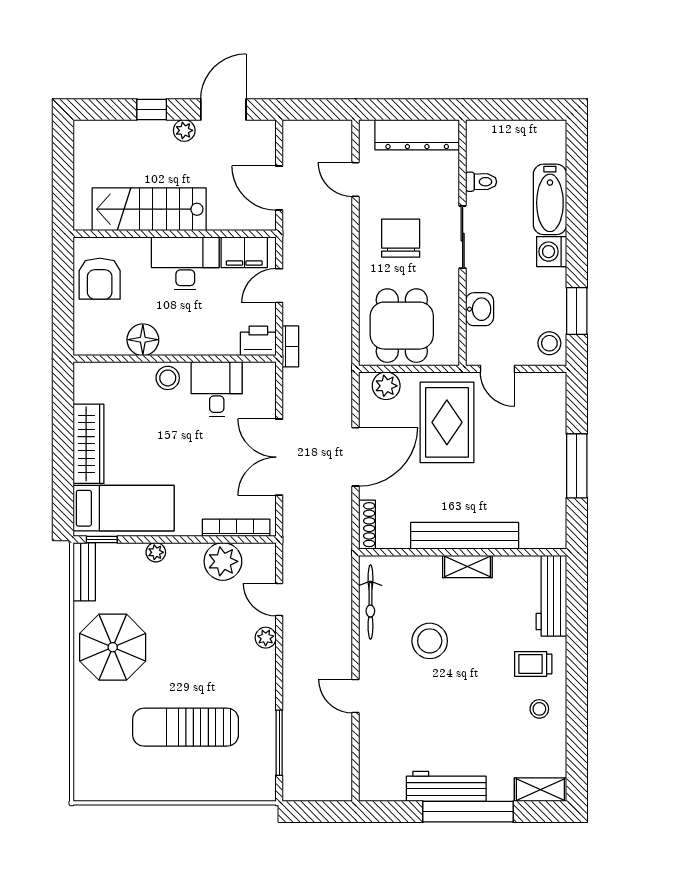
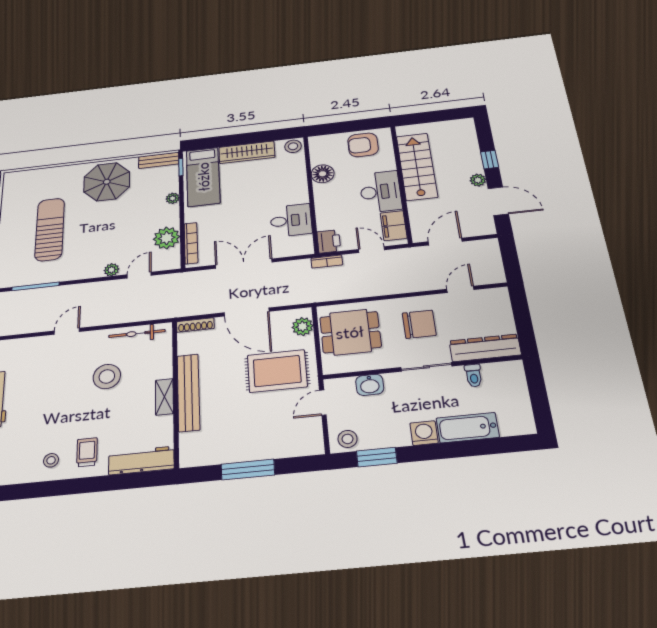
dresser: (417, 135) -> (485, 348), moved, turned 90
stool: (168, 378) -> (293, 146), moved

